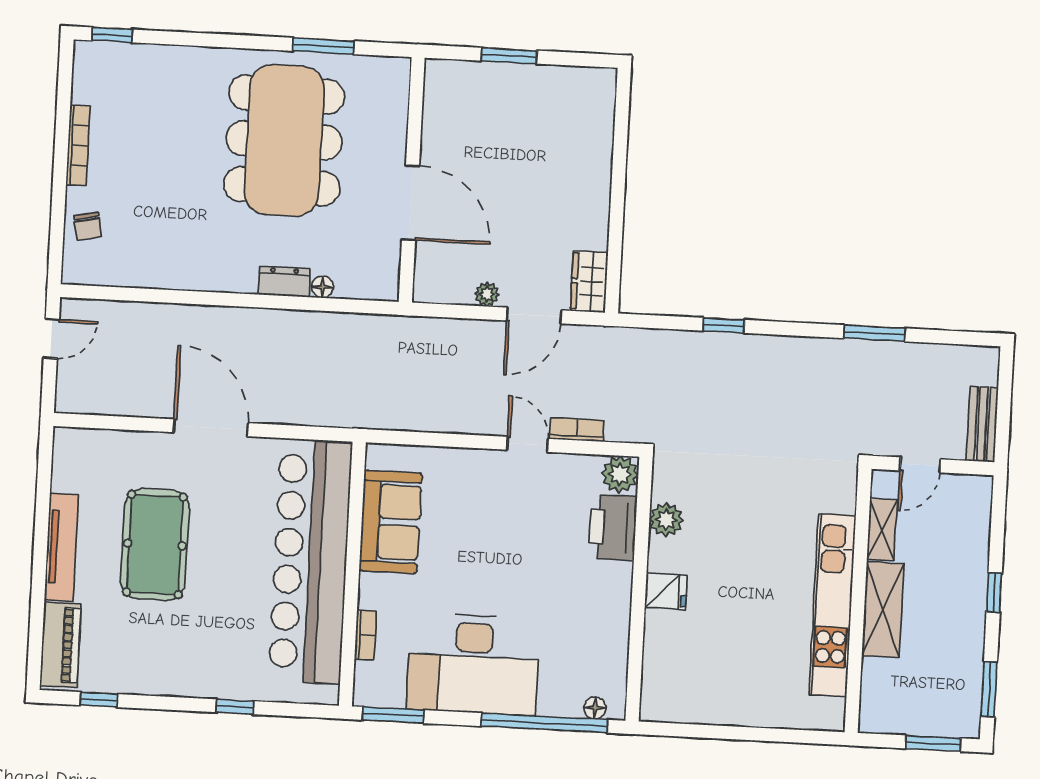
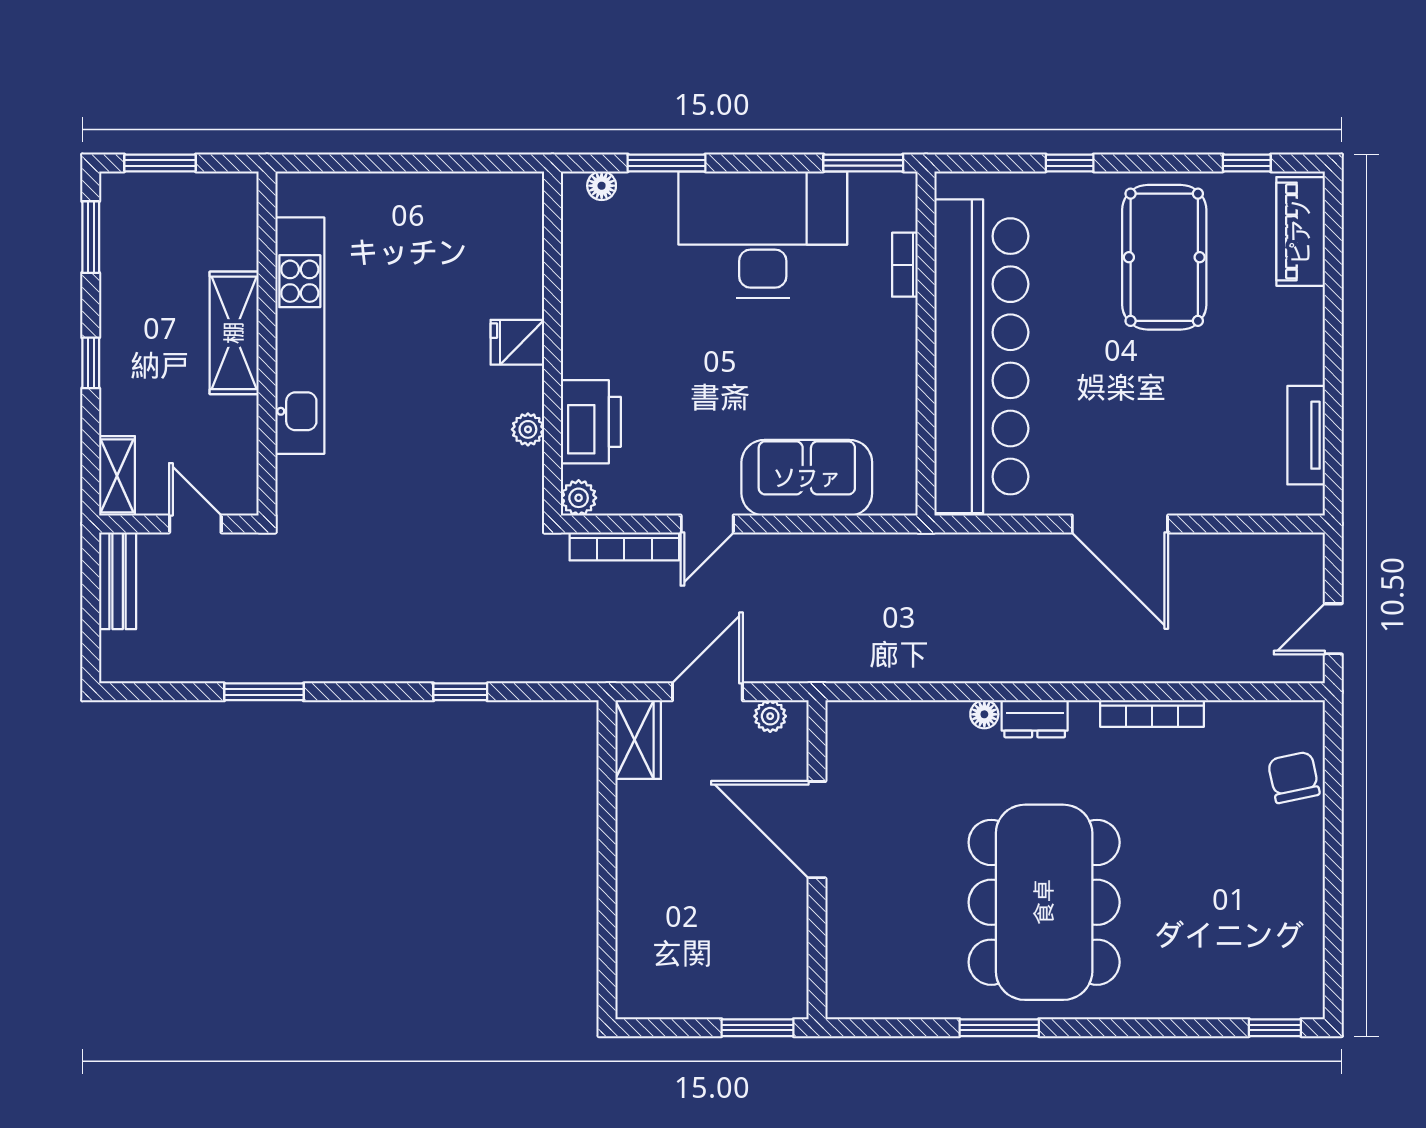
bookcase: (78, 145) -> (1152, 714), moved, turned -90
wall: (412, 180) -> (817, 860), moved
door: (410, 203) -> (817, 830), moved
chair: (88, 226) -> (1294, 777), width x1.37, depth x1.37
bookcase: (577, 430) -> (624, 546), width x1.56
door: (528, 444) -> (707, 524), hinge flipped
door: (920, 465) -> (195, 524), hinge flipped
plant: (620, 474) -> (579, 498), width x0.73, depth x0.73
plant: (666, 520) -> (528, 429), width x0.73, depth x0.73
sofa: (391, 522) -> (807, 478), moved, turned 90
shelving: (882, 530) -> (117, 476), moved
pool table: (155, 545) -> (1164, 257), moved
tv unit: (61, 547) -> (1306, 435), moved, width x0.71
window: (544, 723) -> (666, 163), width x0.47

